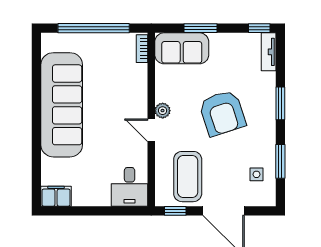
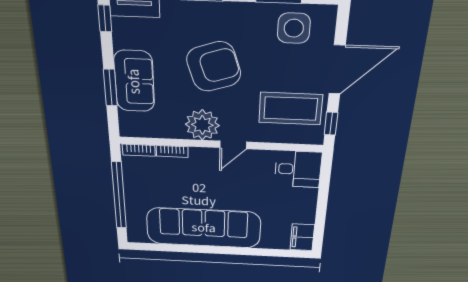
sofa: (182, 48) -> (134, 81), moved
bookcase: (142, 78) -> (172, 151), added
plant: (163, 111) -> (202, 125), width x1.88, depth x1.88
side table: (256, 174) -> (294, 28), width x1.87, depth x1.87

